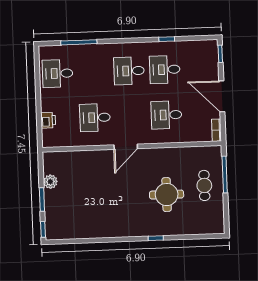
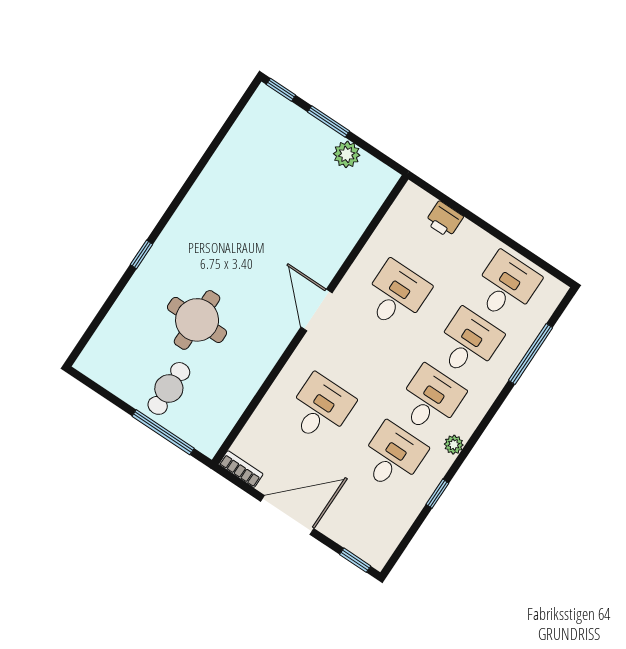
plant: (141, 47) -> (454, 445), added
desk: (93, 72) -> (468, 343), added
cafe table: (204, 185) -> (169, 388), turned 90

